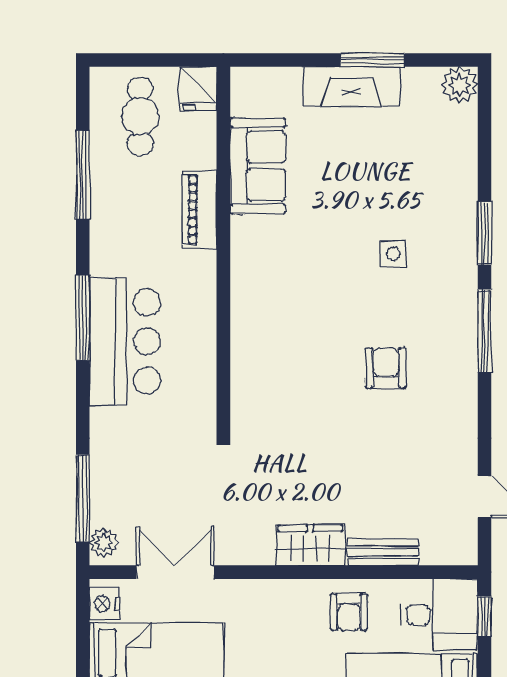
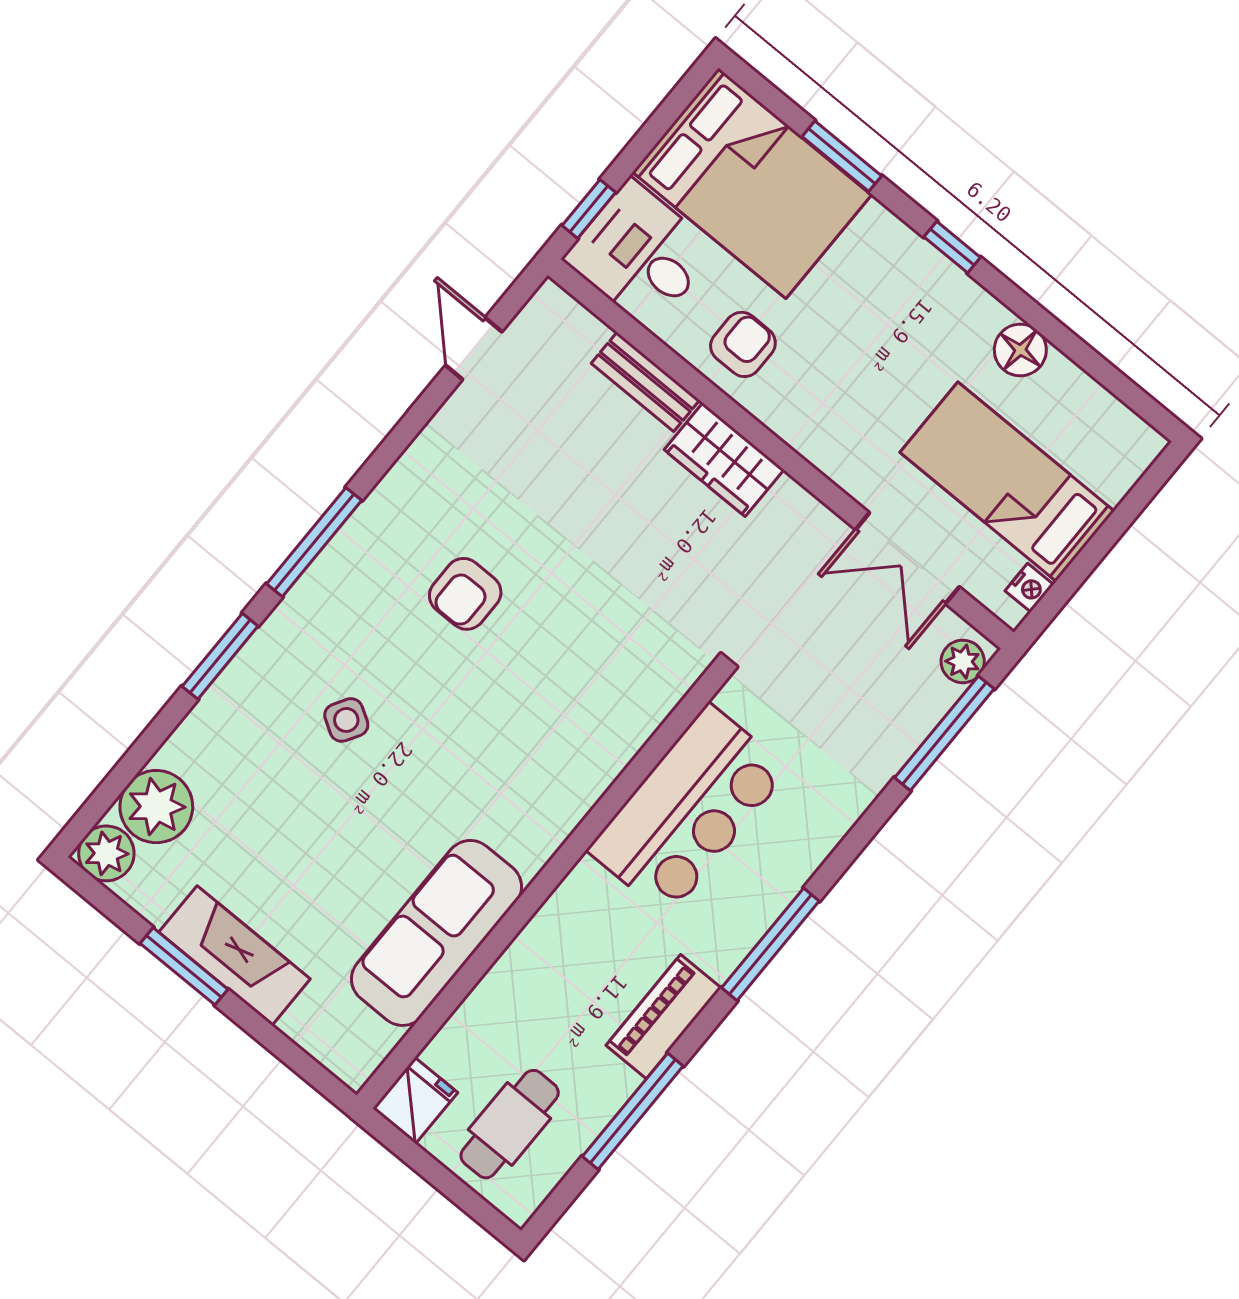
plant: (454, 130) -> (156, 807), added
sofa: (258, 166) -> (437, 933), width x1.36
piano: (199, 210) -> (664, 1017), moved, turned 180
side table: (393, 254) -> (346, 720), turned 31
bar counter: (125, 341) -> (688, 810), moved, turned 180
nightstand: (105, 604) -> (1029, 588), width x0.72, depth x0.74

